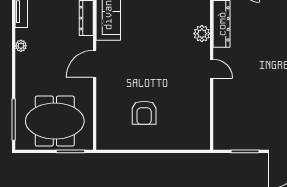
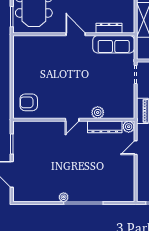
armchair: (144, 113) -> (29, 102), moved

